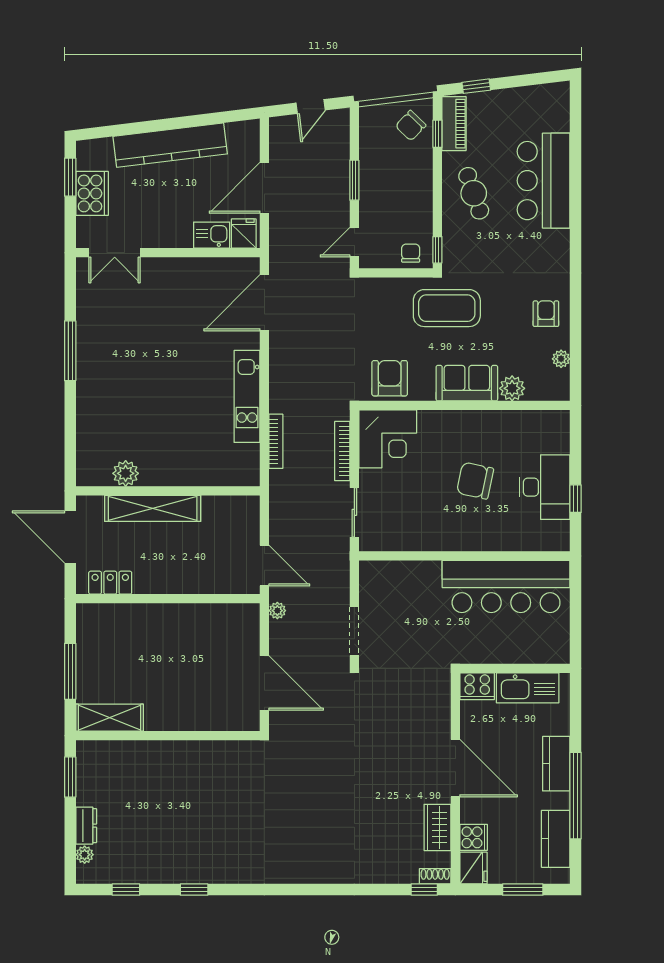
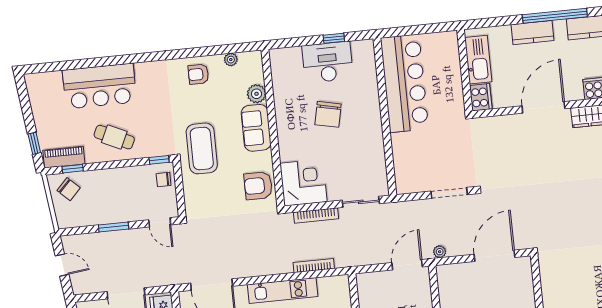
cafe table: (474, 193) -> (114, 137), turned 44

